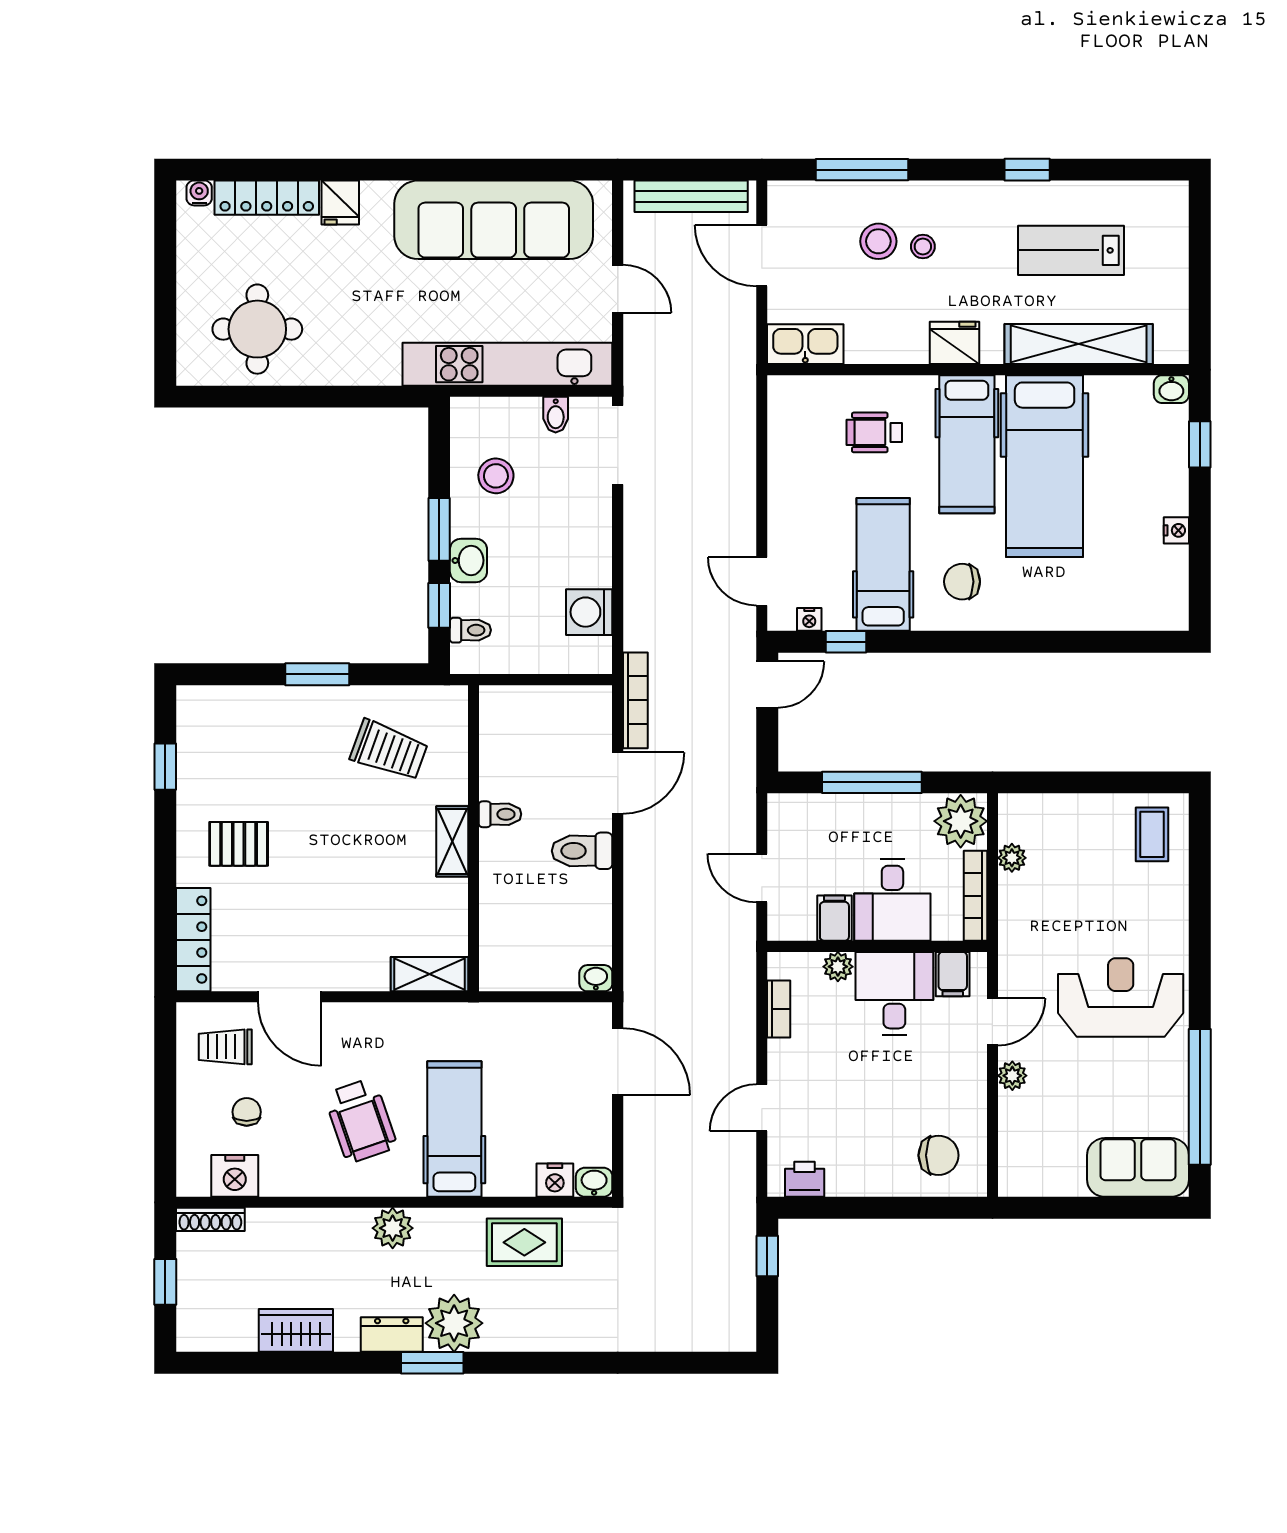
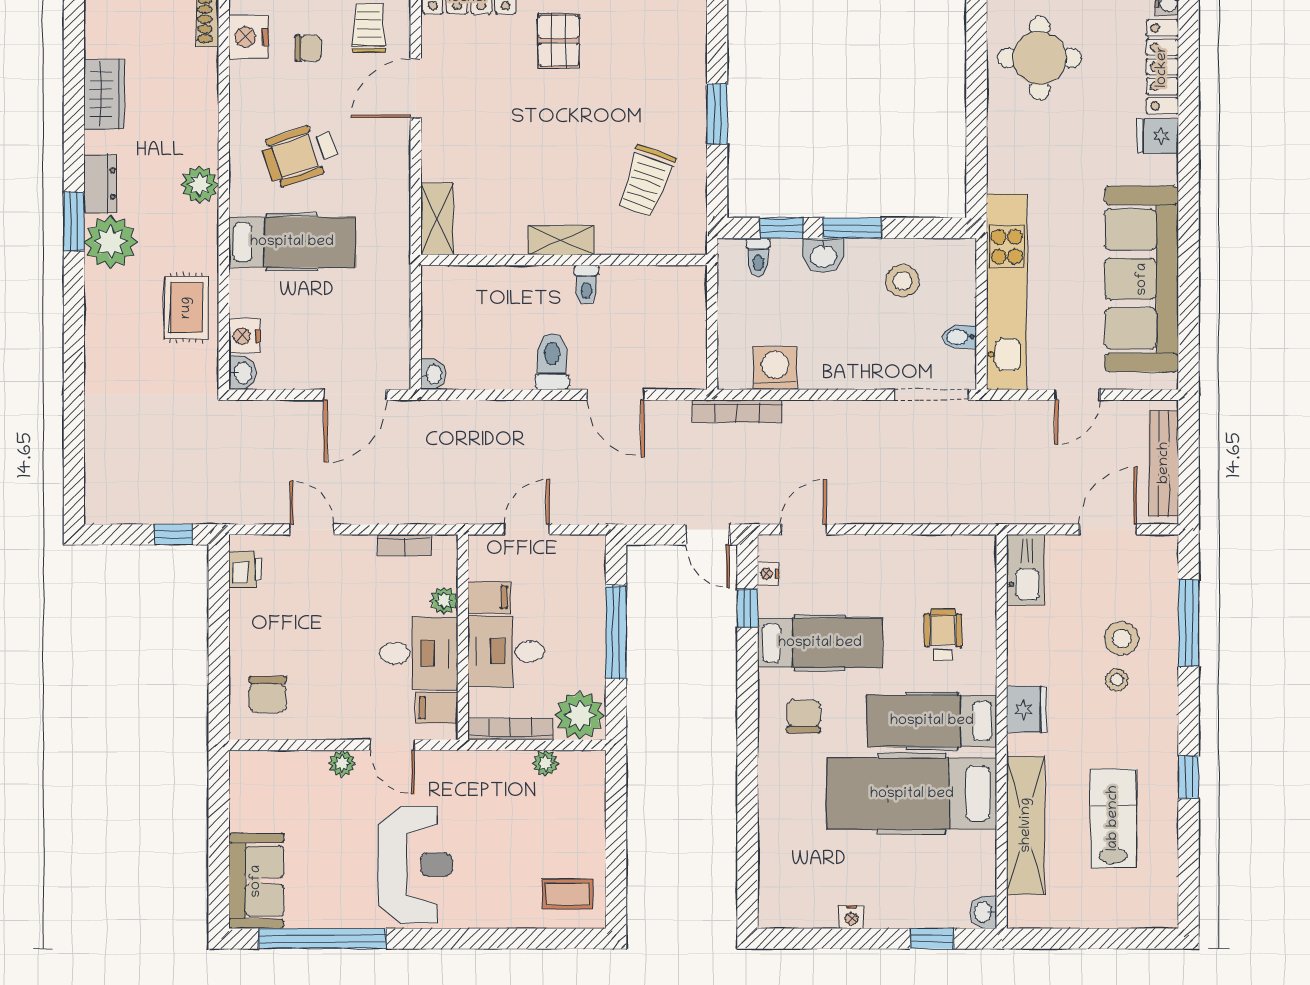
bookcase: (635, 700) -> (737, 411), moved

